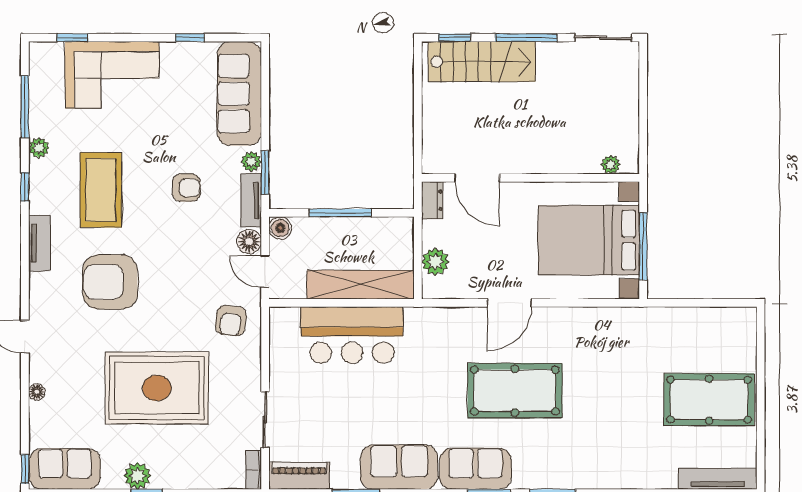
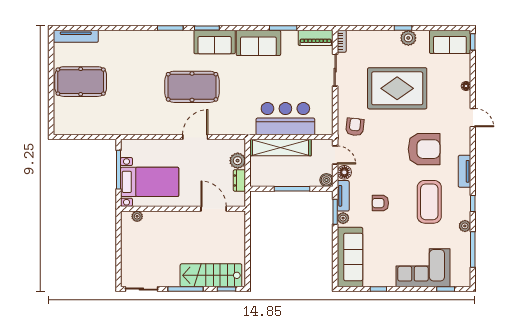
dresser: (432, 200) -> (239, 180), moved
bed with nightstands: (589, 240) -> (150, 182), width x0.73

